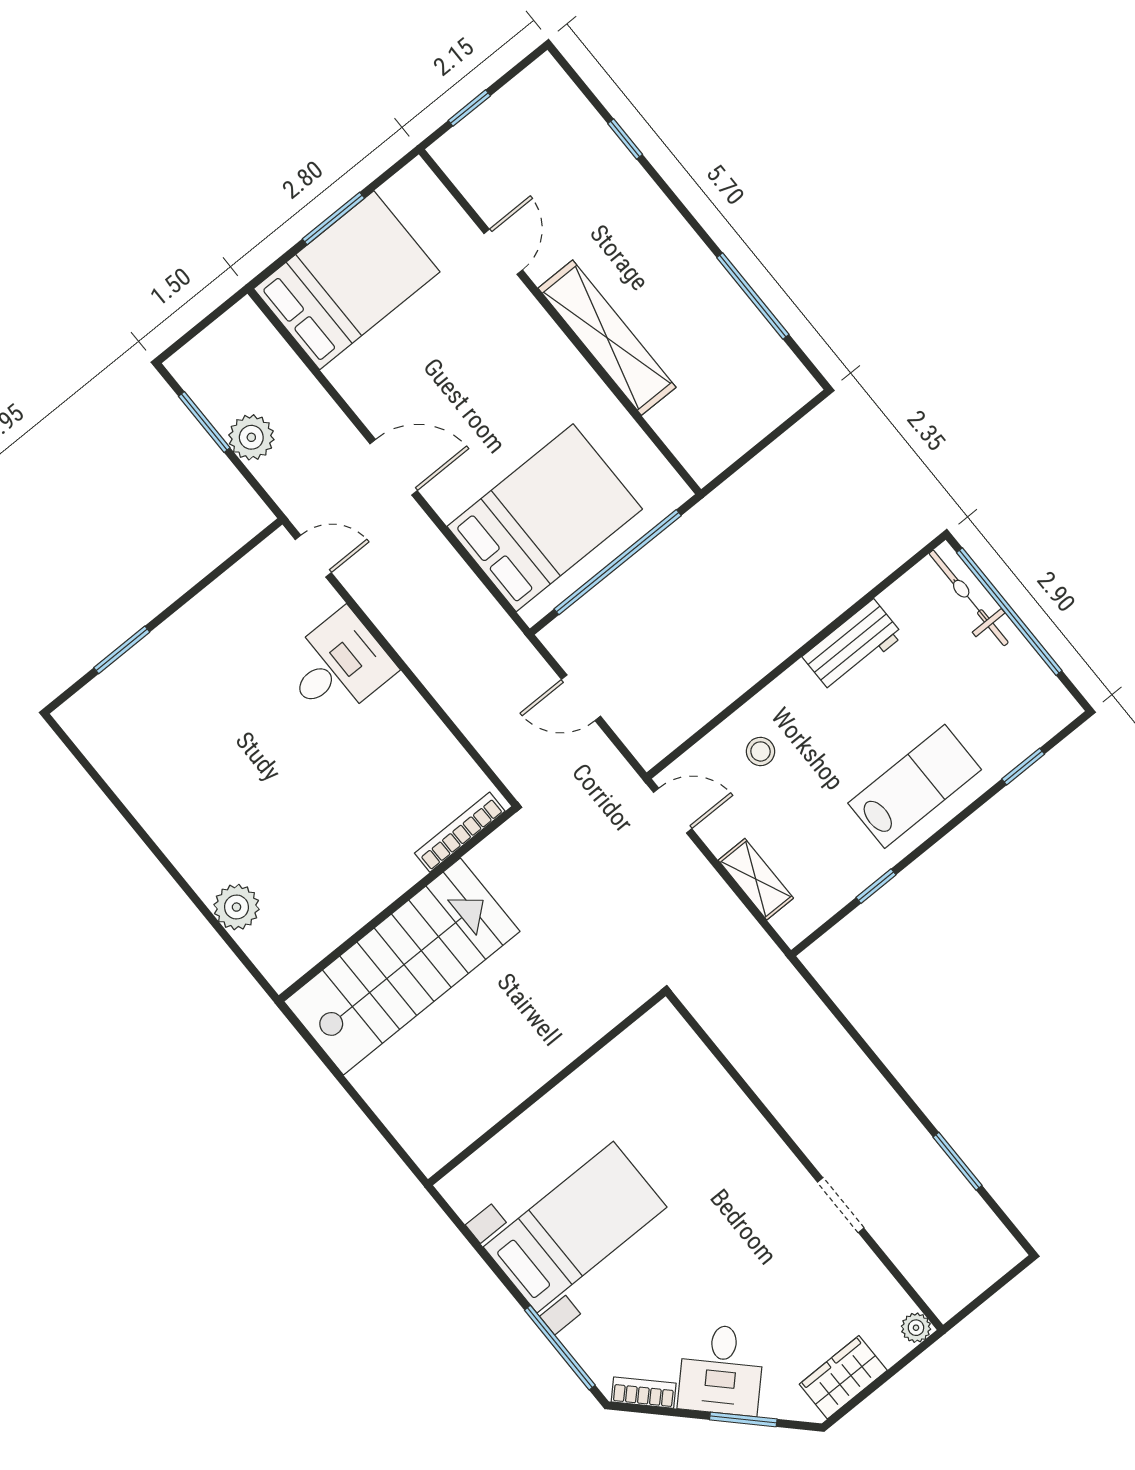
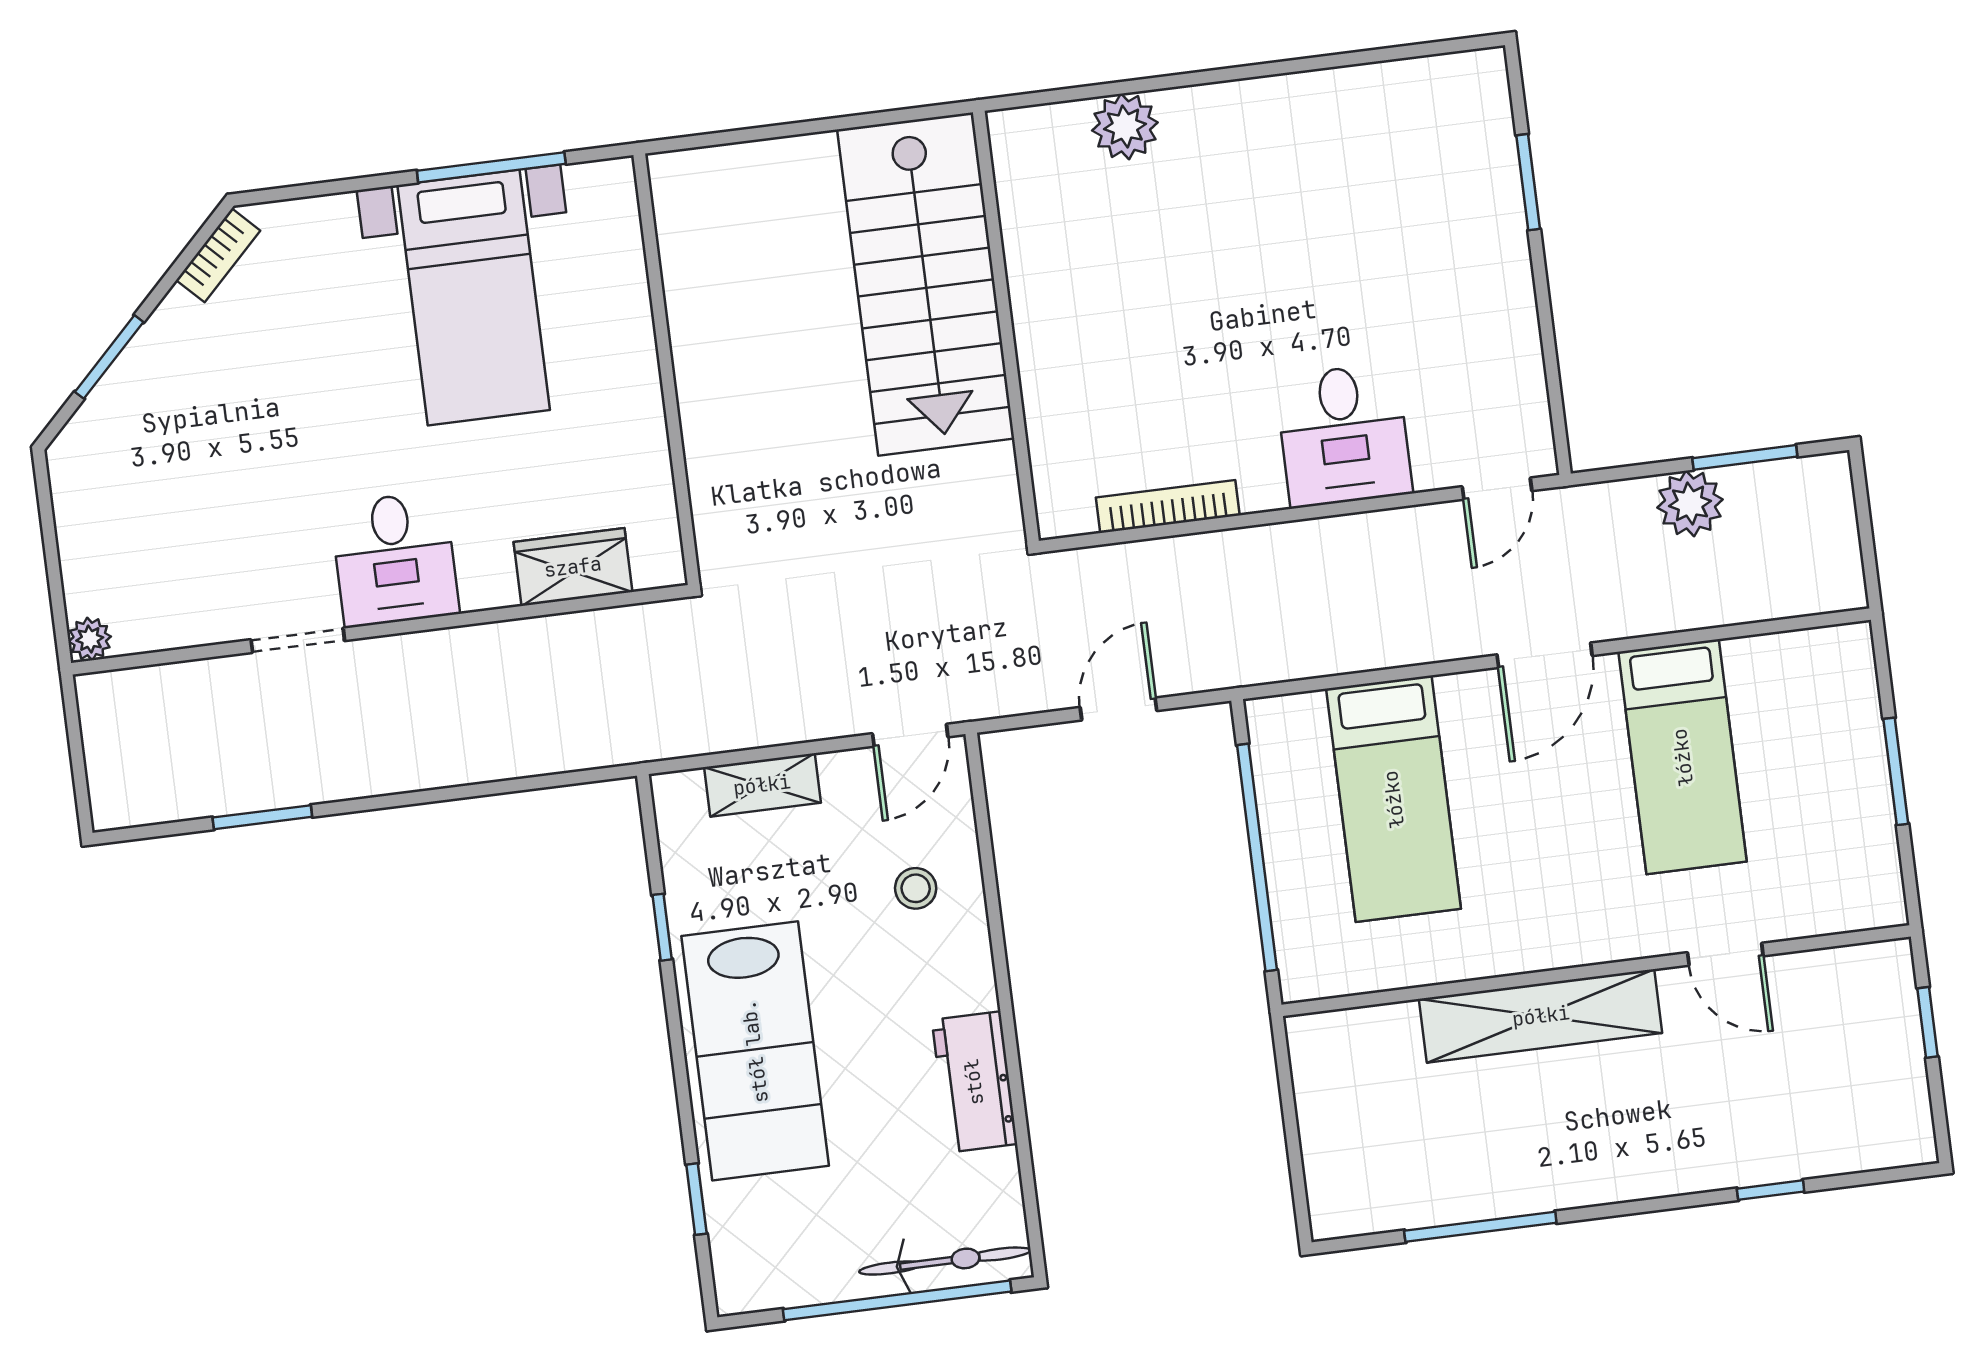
bed: (347, 280) -> (1683, 757), moved, width x0.67
bed: (545, 518) -> (1394, 799), width x0.67
lab bench: (915, 786) -> (755, 1051), width x1.36, depth x1.39
bookcase: (460, 832) -> (1168, 506), moved, turned -90
window: (560, 1348) -> (491, 167), moved
desk: (721, 1370) -> (395, 559), moved, turned -135
wardrobe: (843, 1377) -> (573, 567), moved, turned -90

